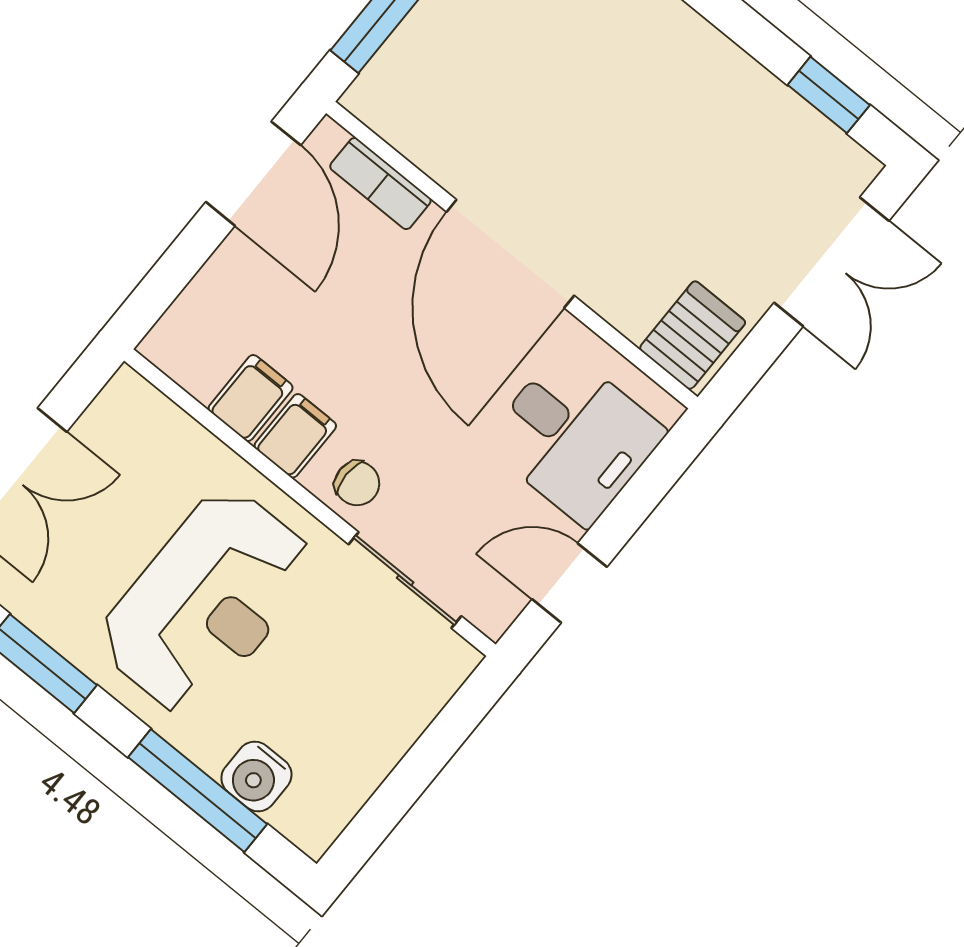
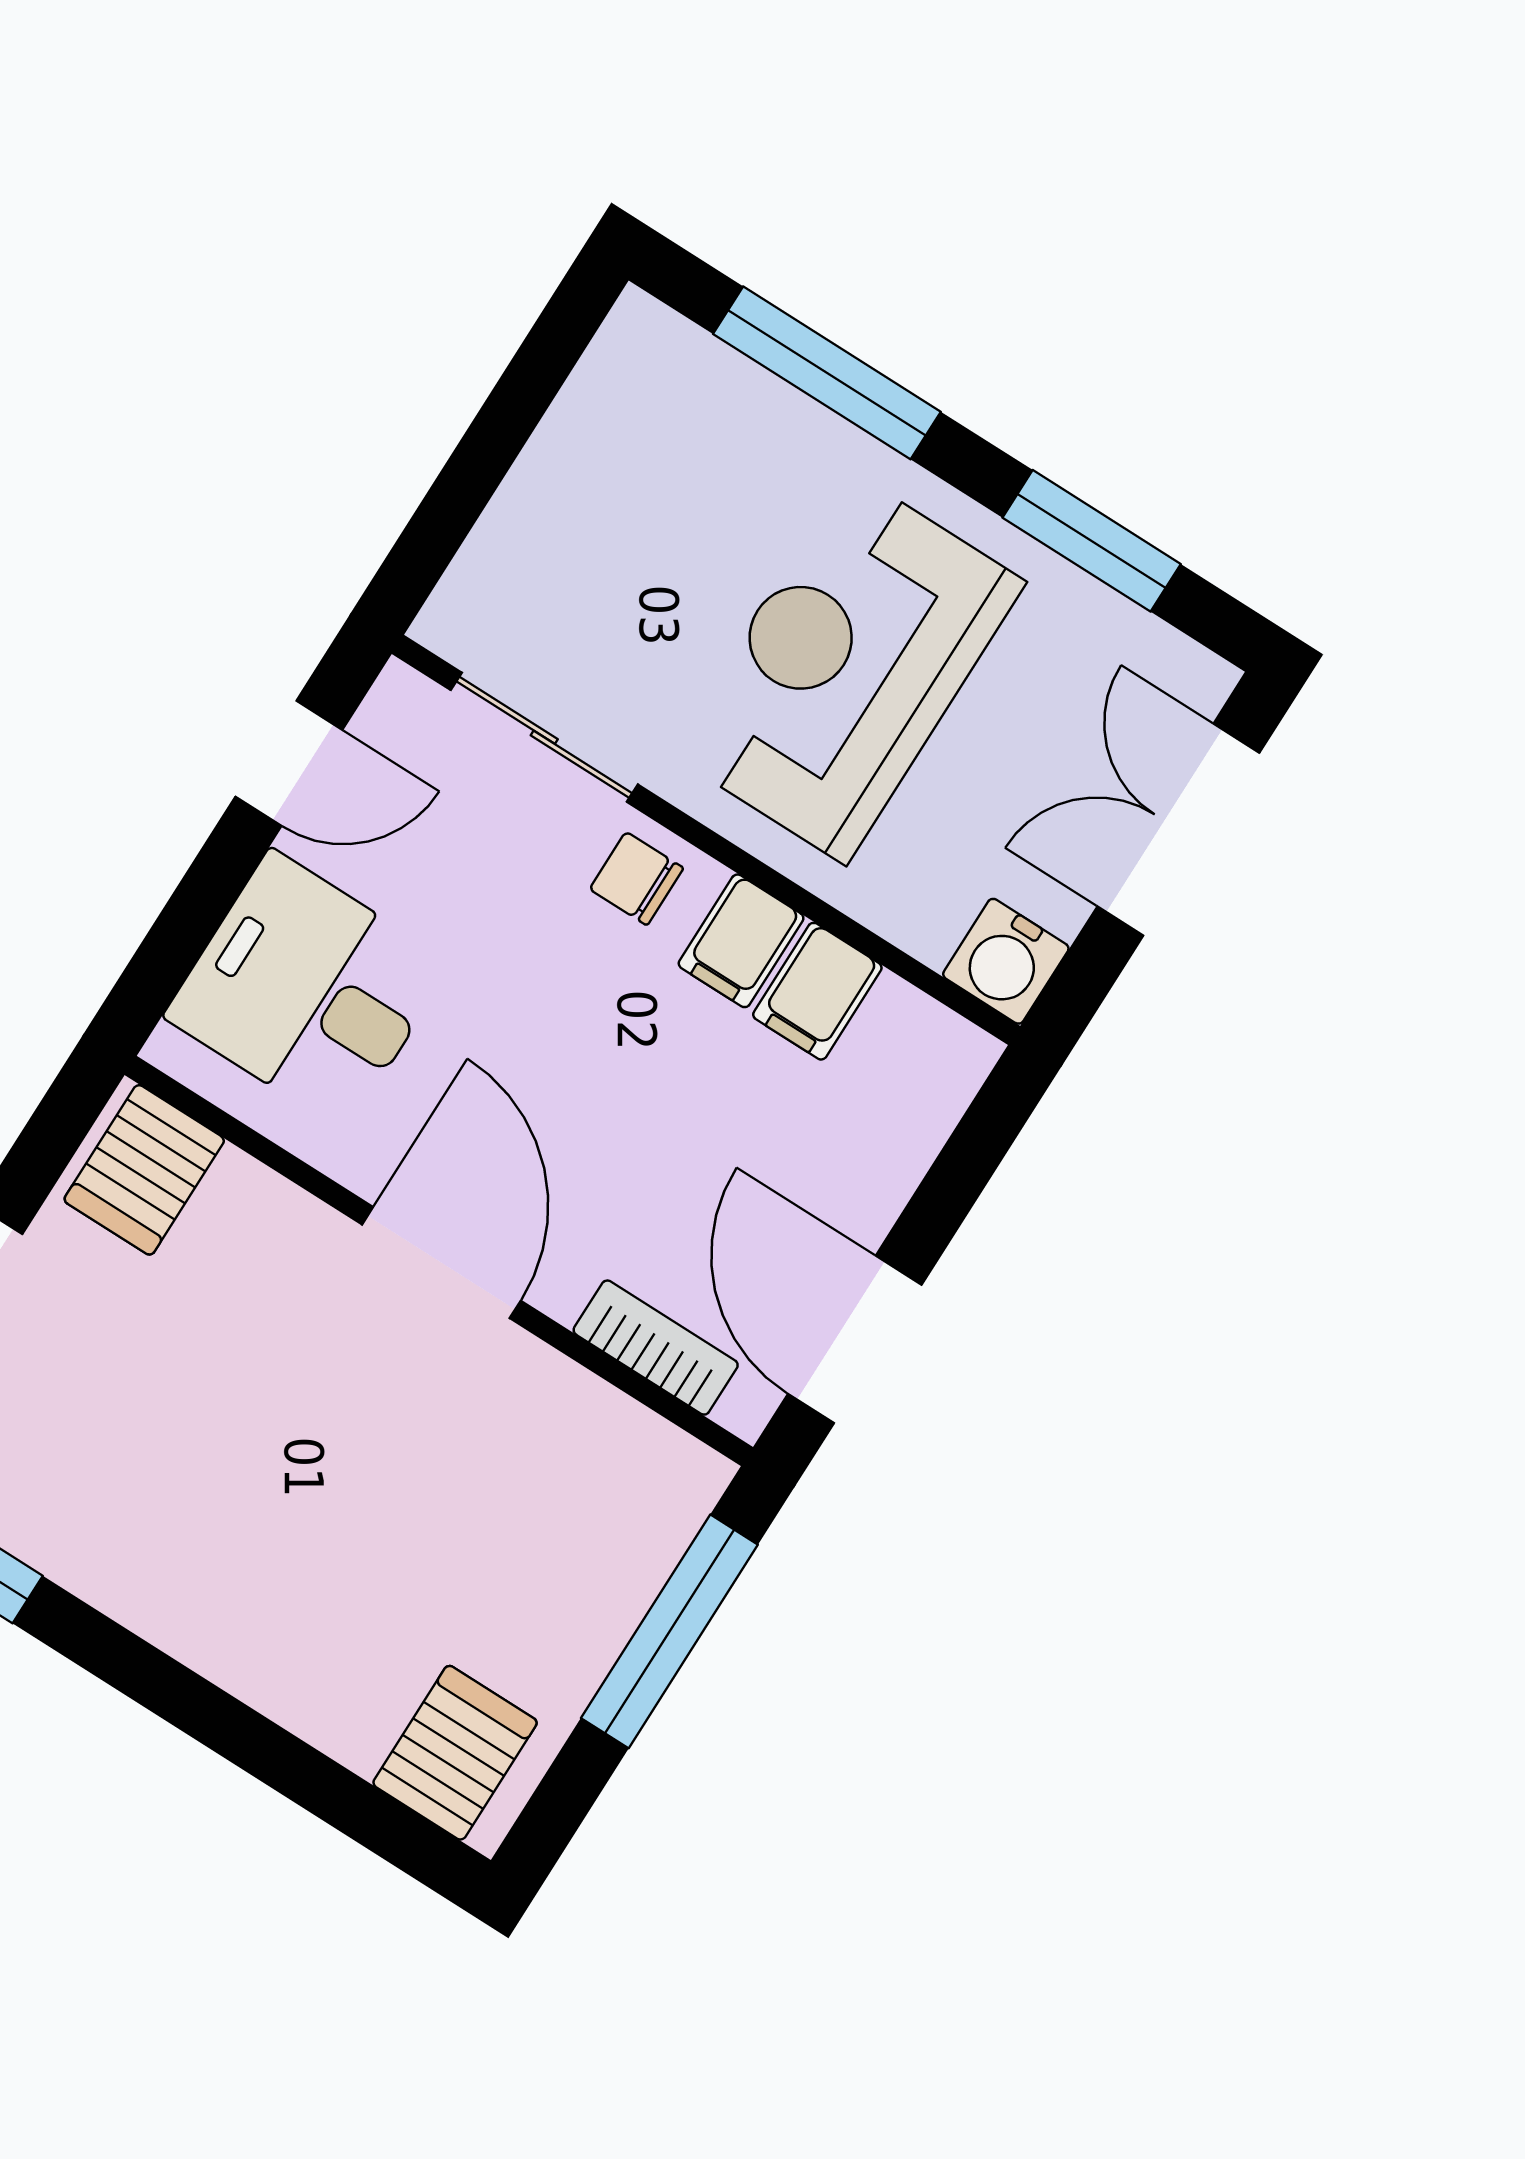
door: (510, 254) -> (441, 1263), width x0.73
water cooler: (256, 776) -> (1006, 961), moved, turned 180

